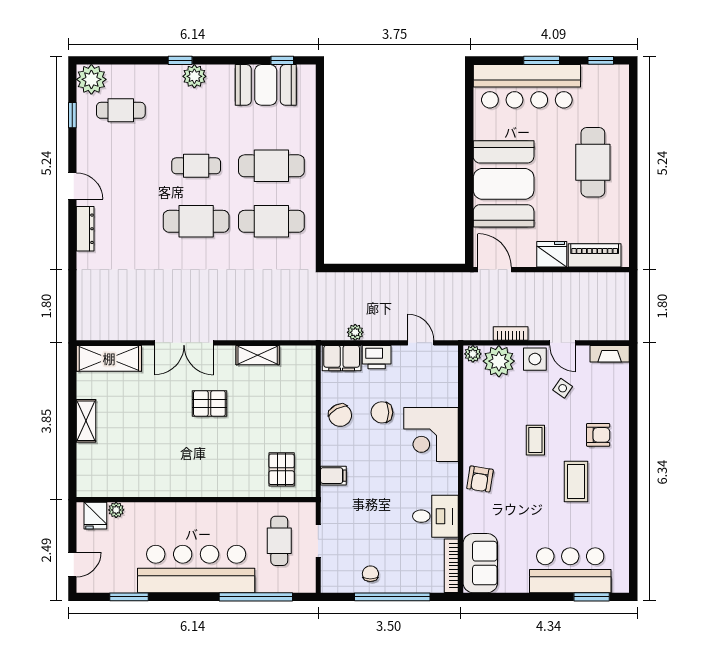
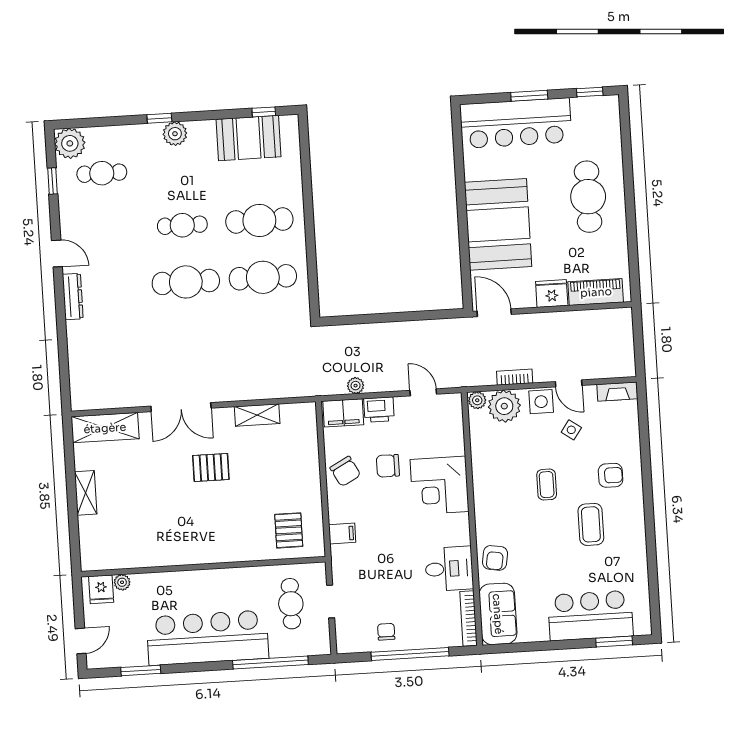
armchair: (480, 479) -> (495, 558), moved

